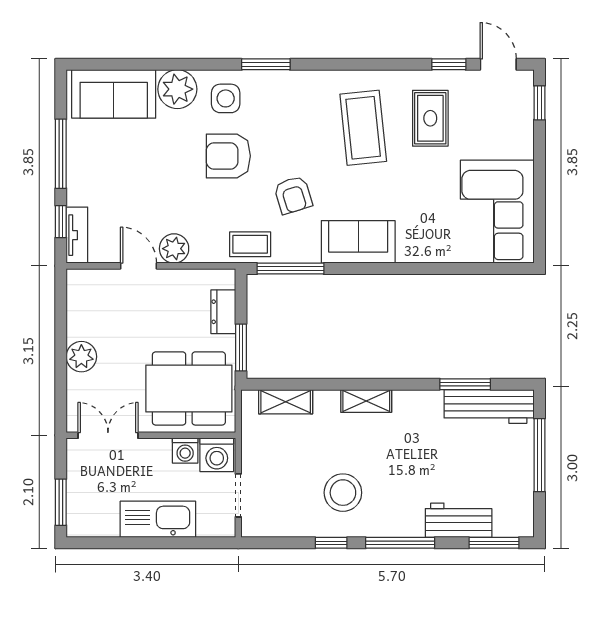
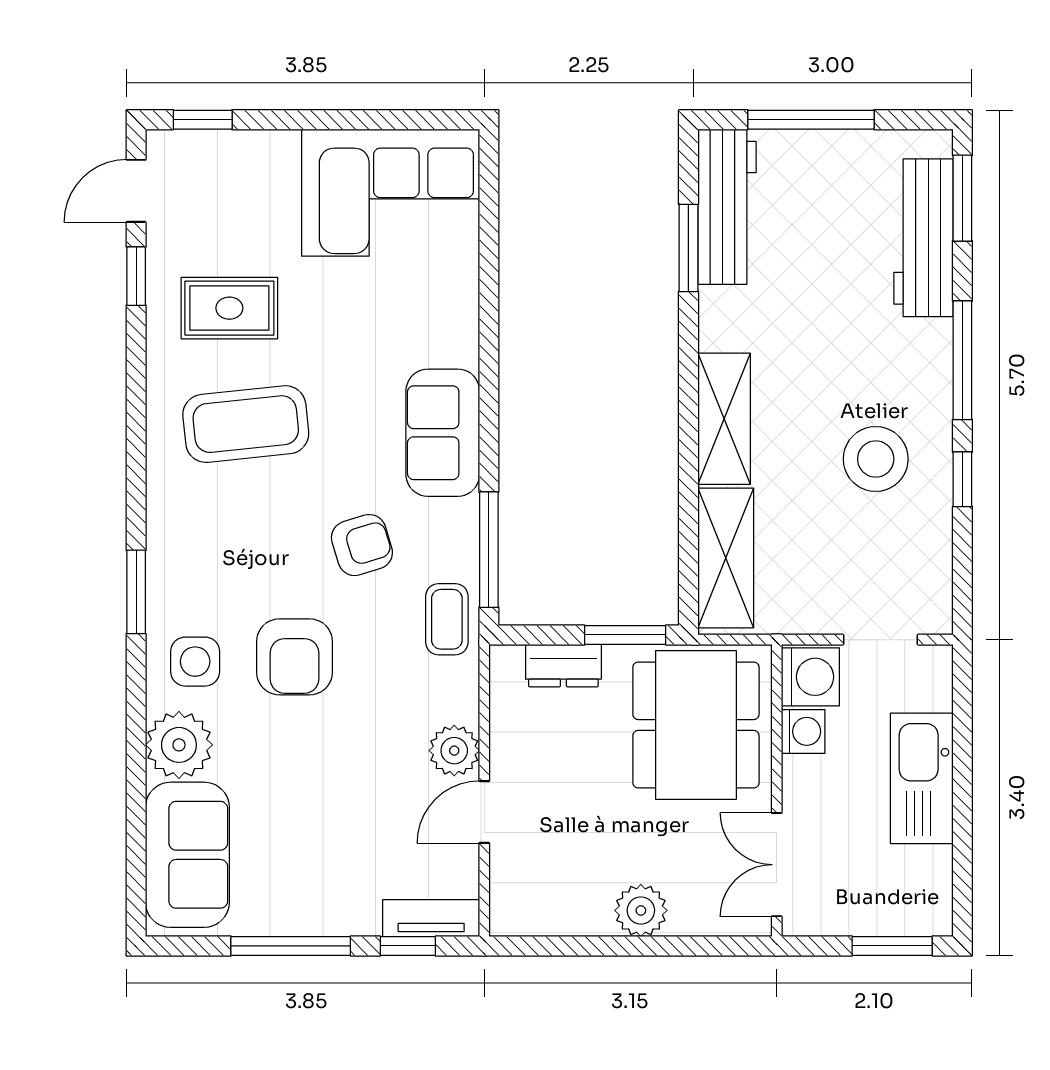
shelving: (366, 401) -> (724, 419), width x1.50, depth x1.33
shelving: (286, 402) -> (726, 558), width x1.50, depth x1.33
workbench: (459, 520) -> (923, 238), width x1.37

